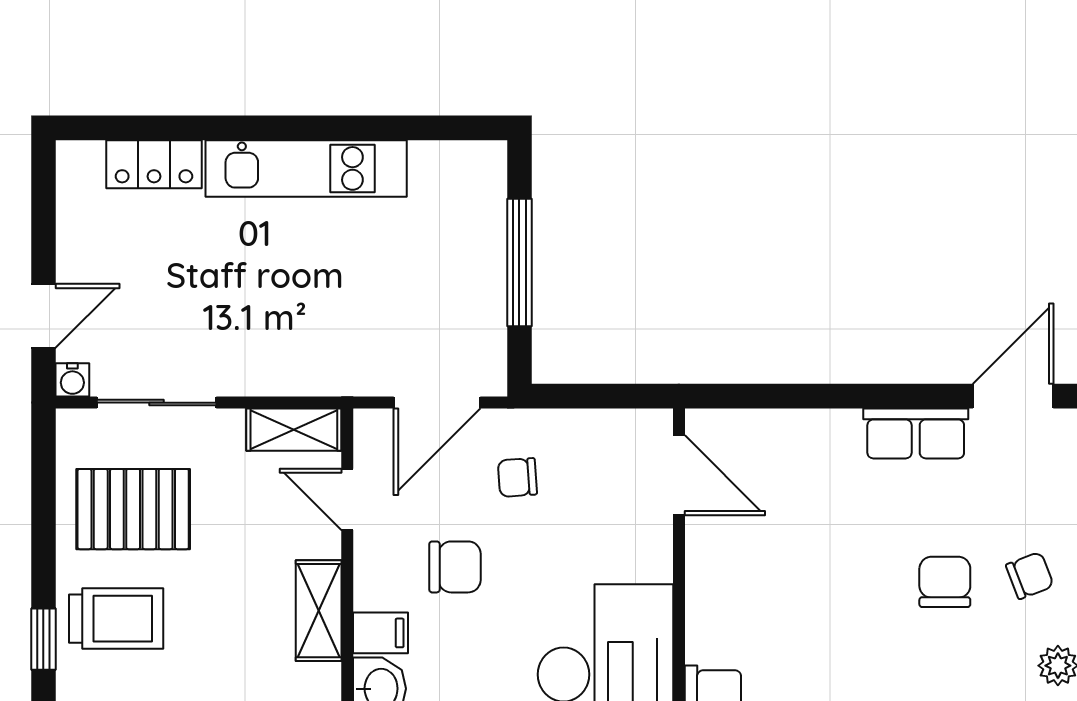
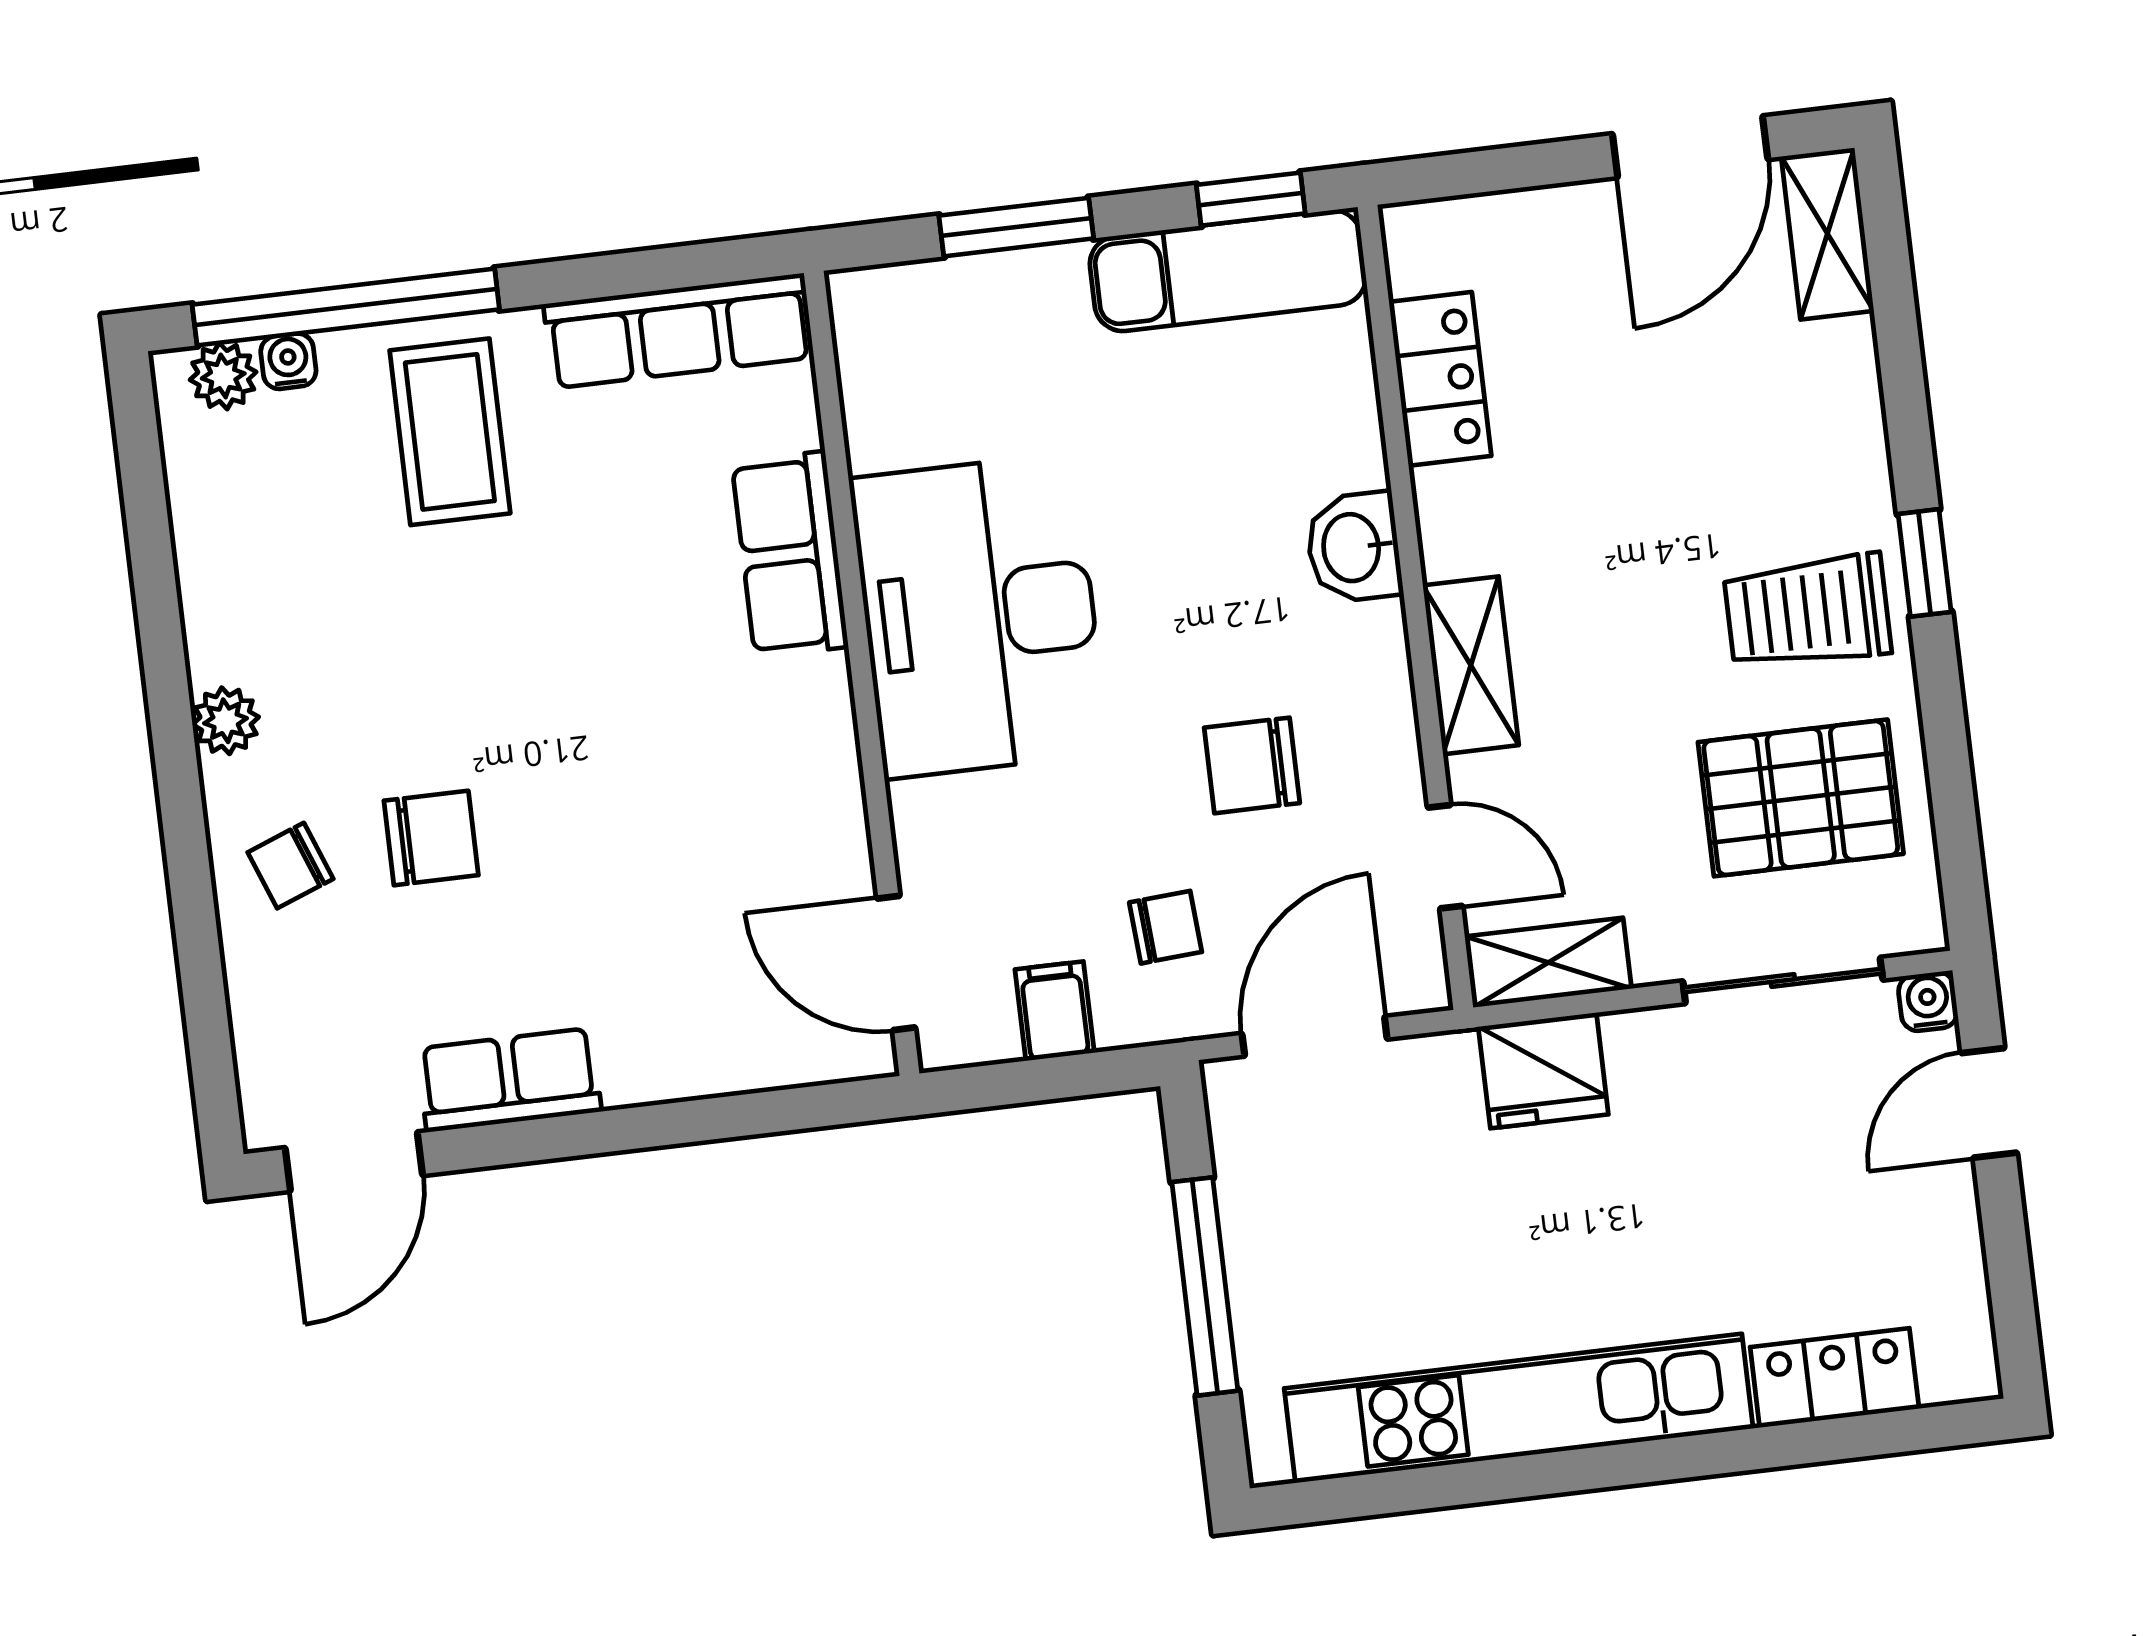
kitchen unit: (306, 168) -> (1519, 1408), width x1.36
fridge: (304, 366) -> (1543, 1071), added
chair: (945, 582) -> (431, 838), turned -90
filing cabinet: (381, 633) -> (1055, 1011), moved, turned 90

